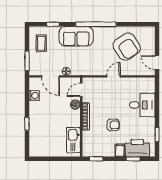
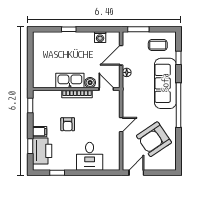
sofa: (76, 36) -> (165, 83), width x1.36
door: (113, 76) -> (121, 125), hinge flipped
kitchen sink: (73, 140) -> (70, 80), moved

